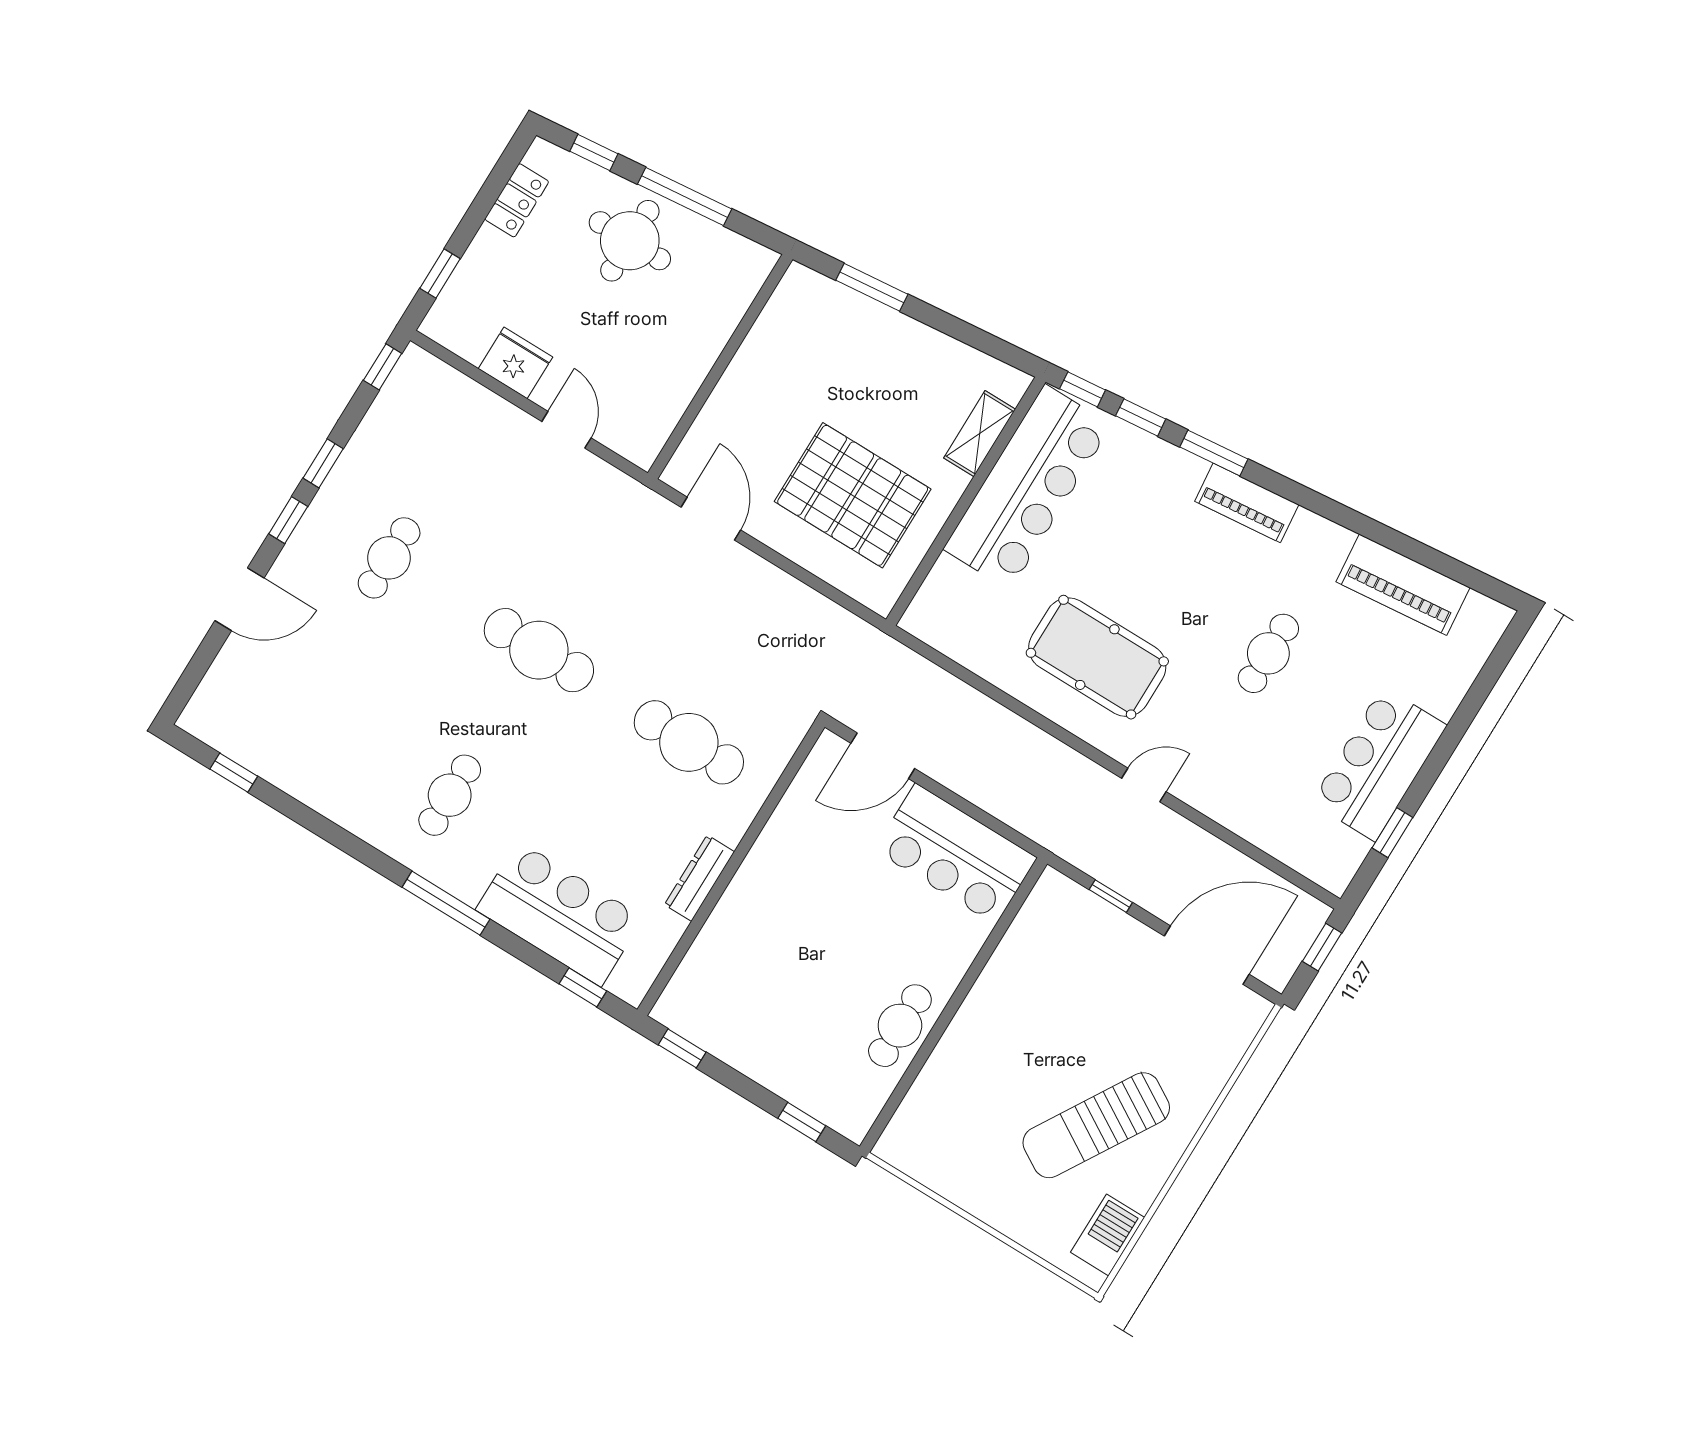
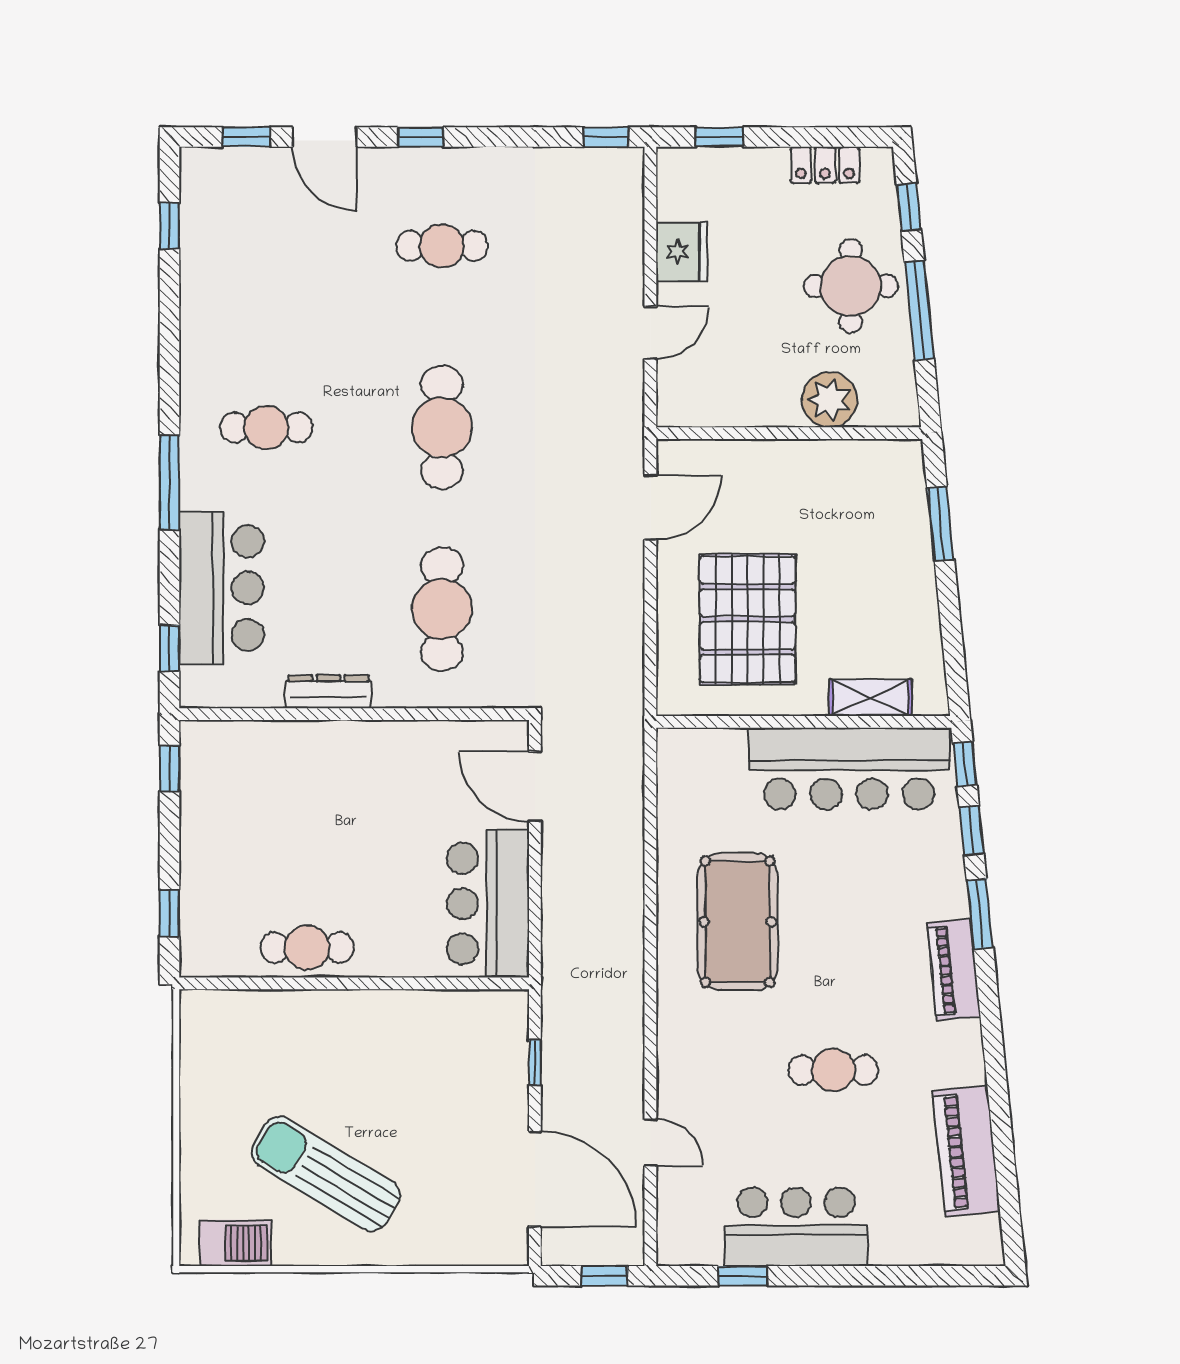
plant: (713, 316) -> (829, 400), added
window: (323, 463) -> (246, 137), moved
door: (1144, 785) -> (650, 1142), moved

